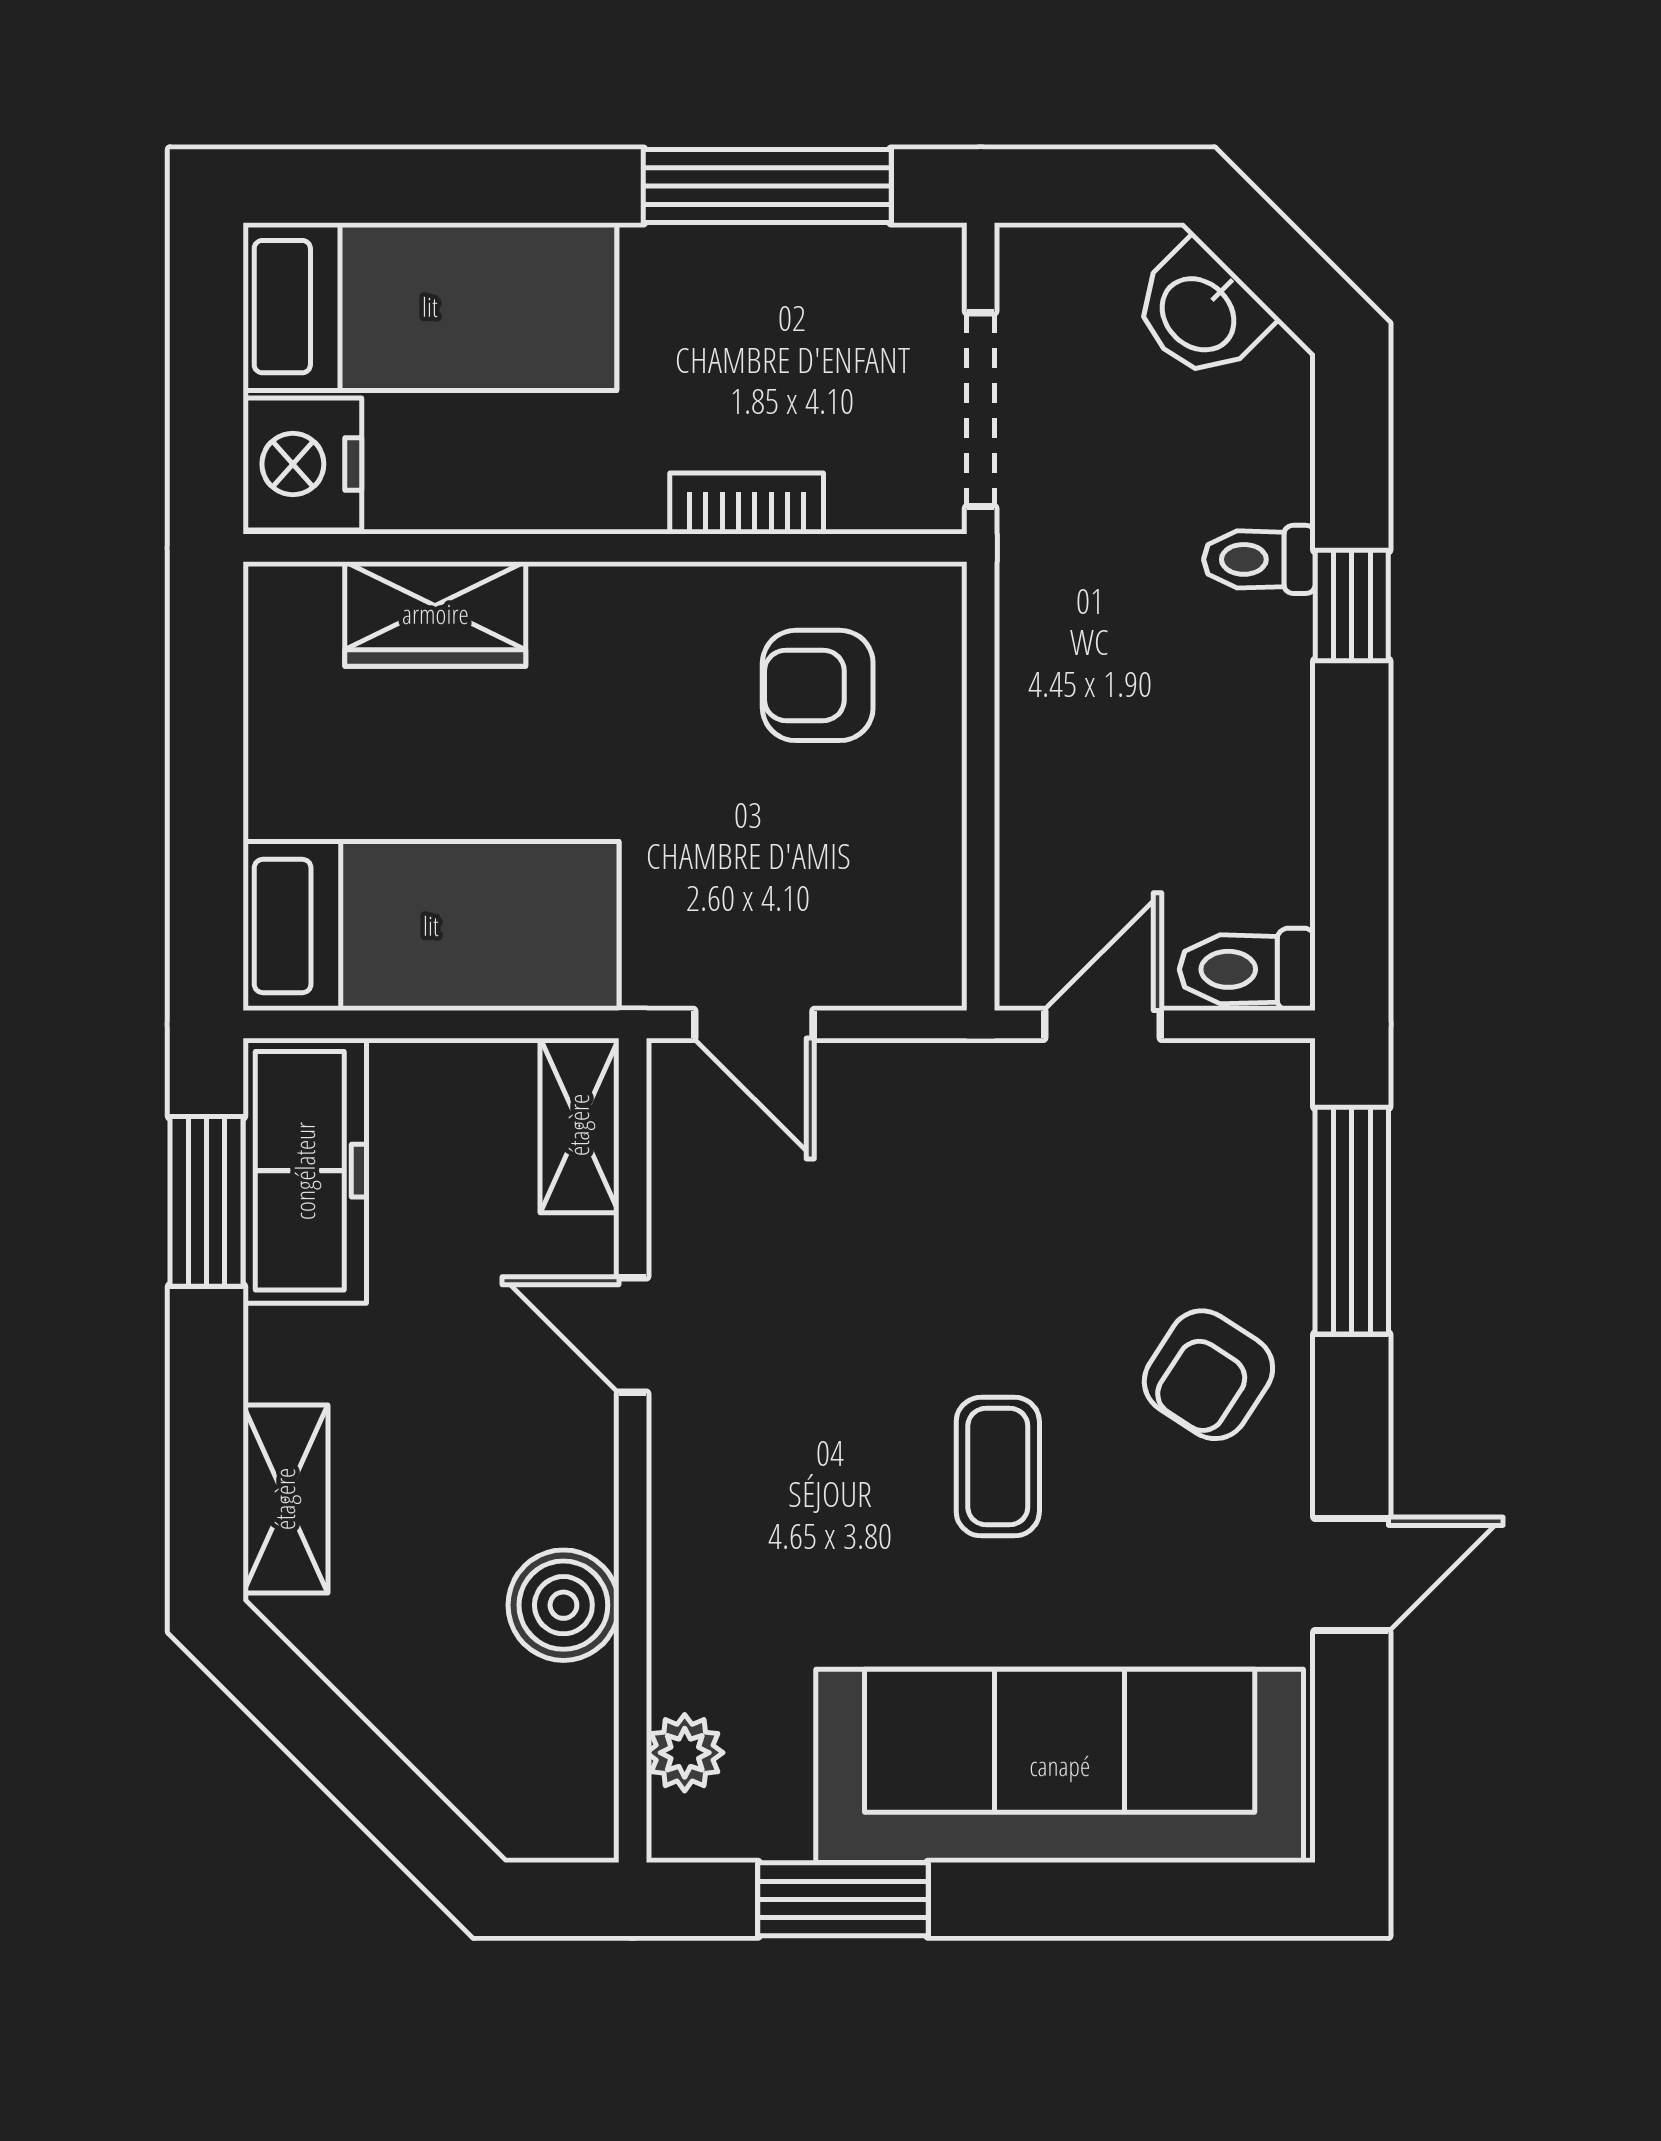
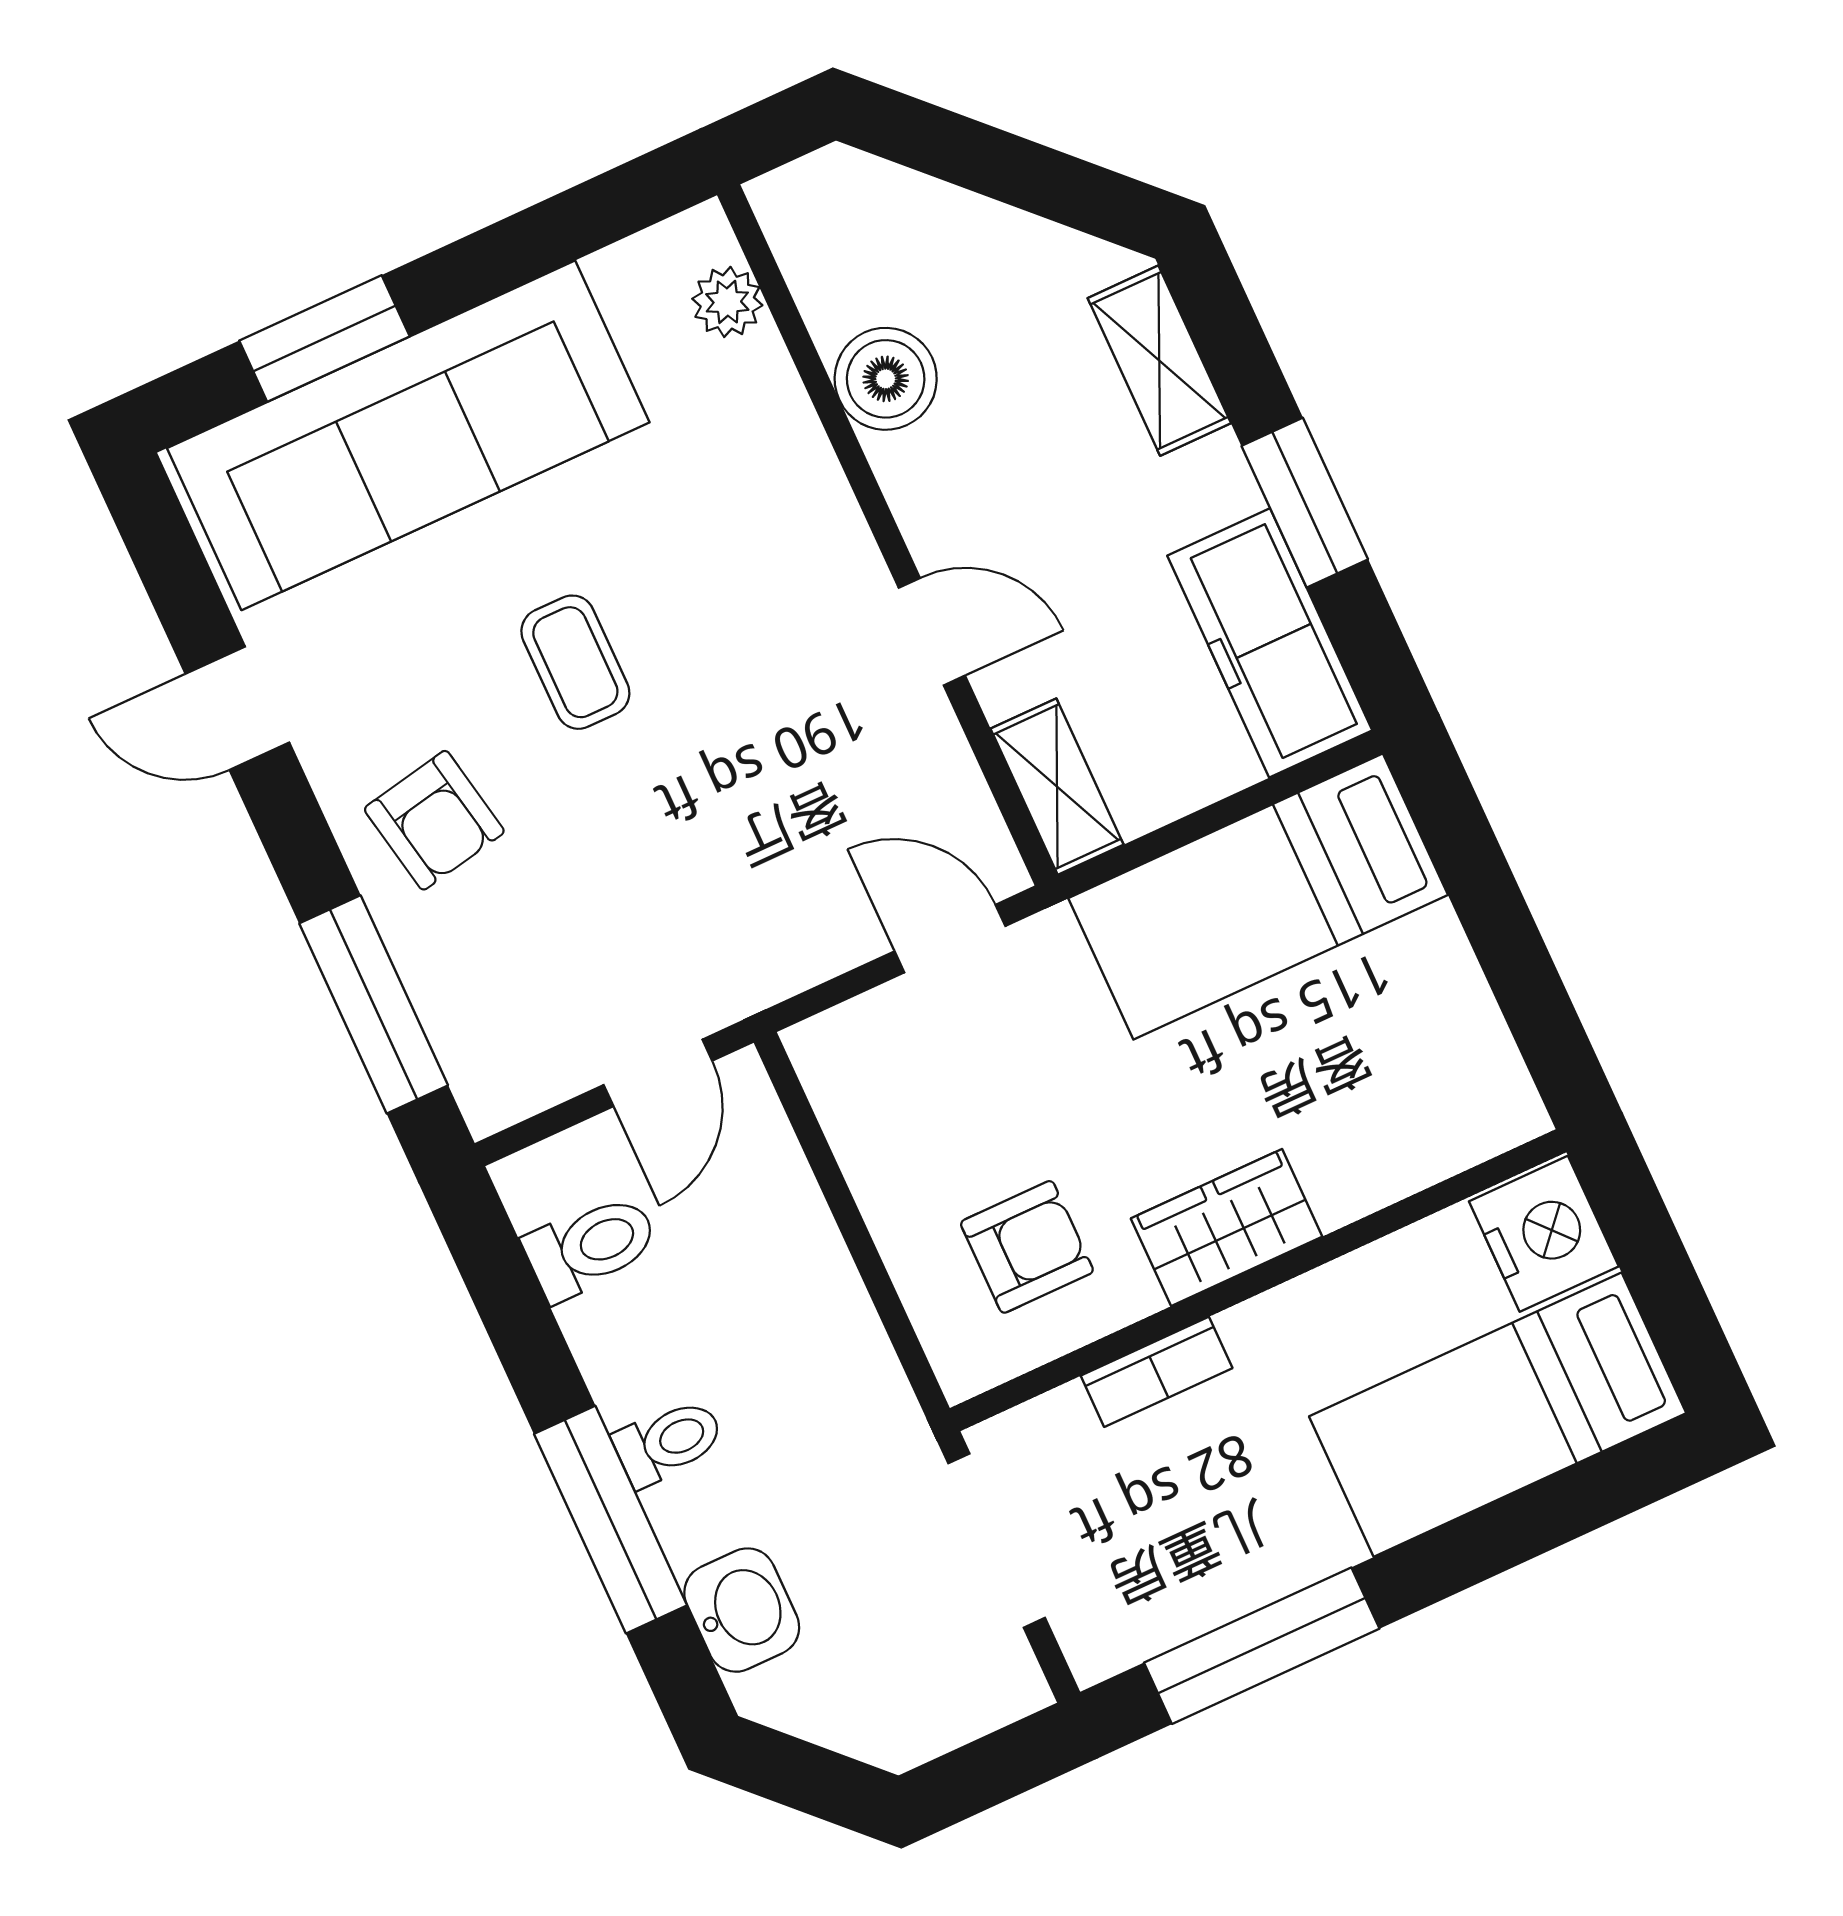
washbasin: (1200, 312) -> (742, 1610), moved, turned 45
toilet: (1259, 559) -> (669, 1442), moved
window: (1352, 605) -> (611, 1520), width x2.17
wardrobe: (435, 614) -> (1227, 1227), moved
toilet: (1247, 969) -> (591, 1247), moved
window: (206, 1201) -> (1305, 503), moved
armchair: (1208, 1375) -> (434, 820), turned 136
door: (1352, 1574) -> (237, 708), hinge flipped
window: (843, 1899) -> (324, 338), moved

